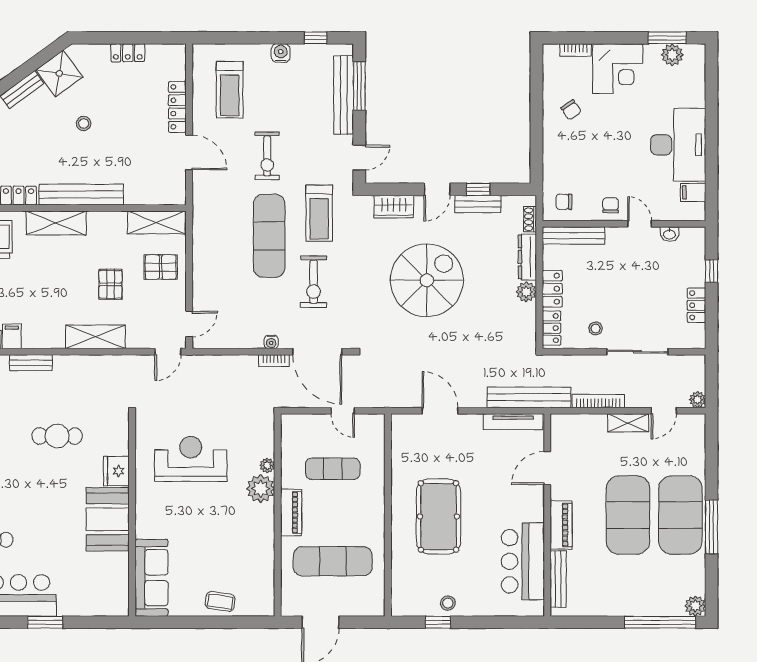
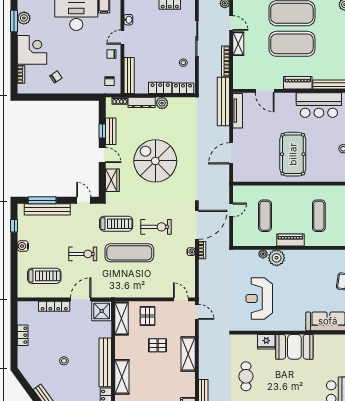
shower: (59, 73) -> (102, 311), moved, turned 36
pool table: (438, 516) -> (293, 154), turned 90
exercise mat: (333, 561) -> (319, 216), width x0.73, depth x0.69

